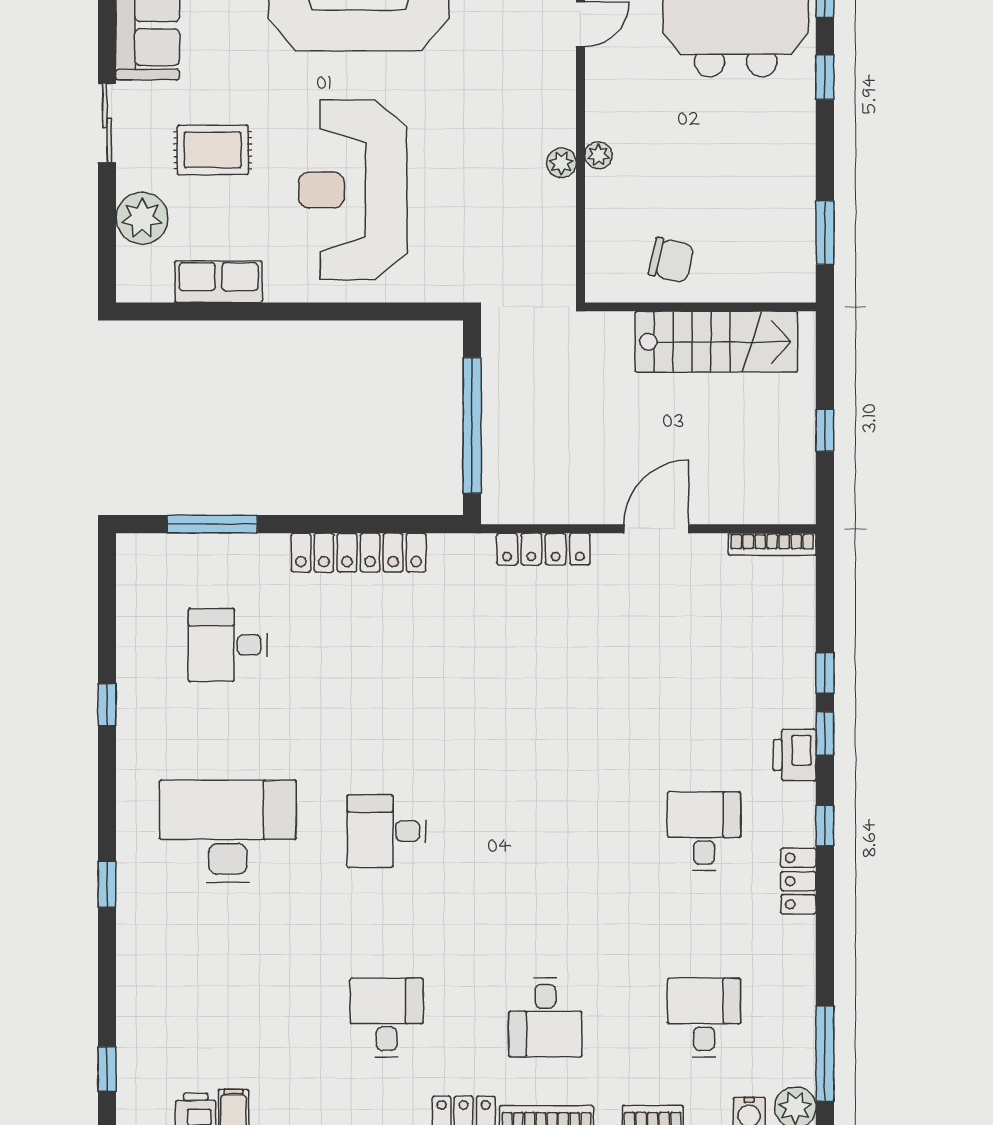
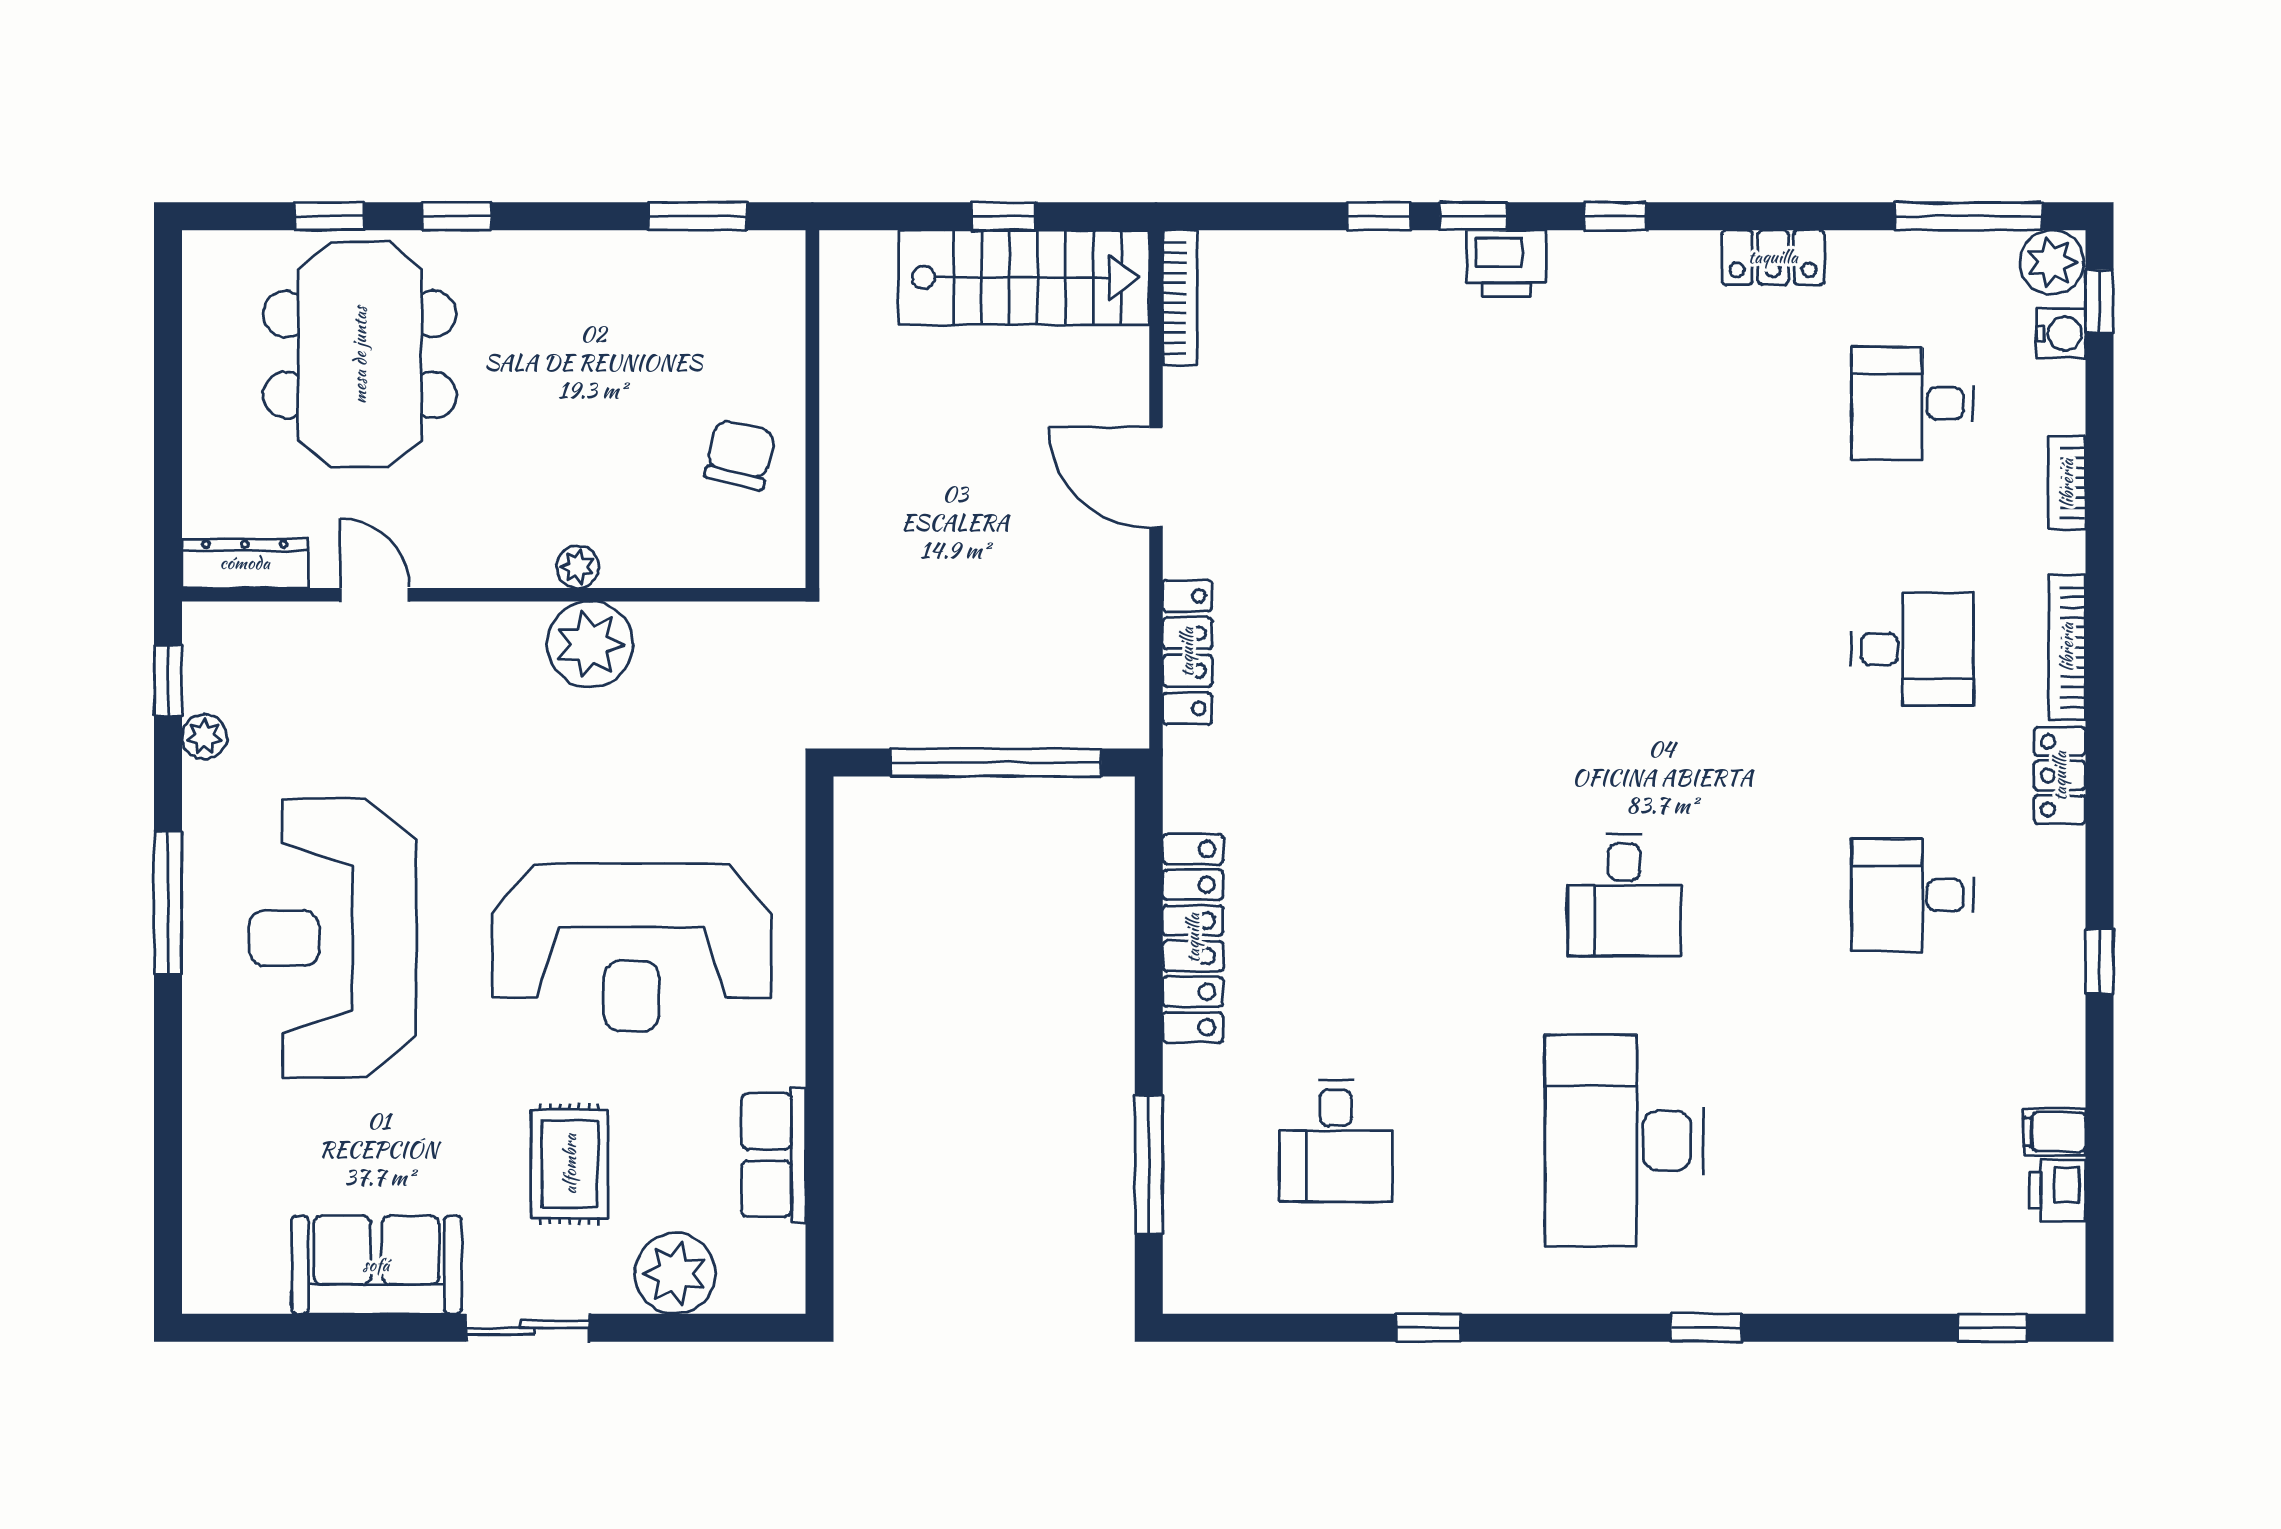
plant: (561, 163) -> (590, 644), width x1.88, depth x1.88
stairs: (716, 342) -> (1024, 277), moved, turned 90
desk: (704, 831) -> (1624, 403), removed
locker: (798, 881) -> (1773, 257), moved

